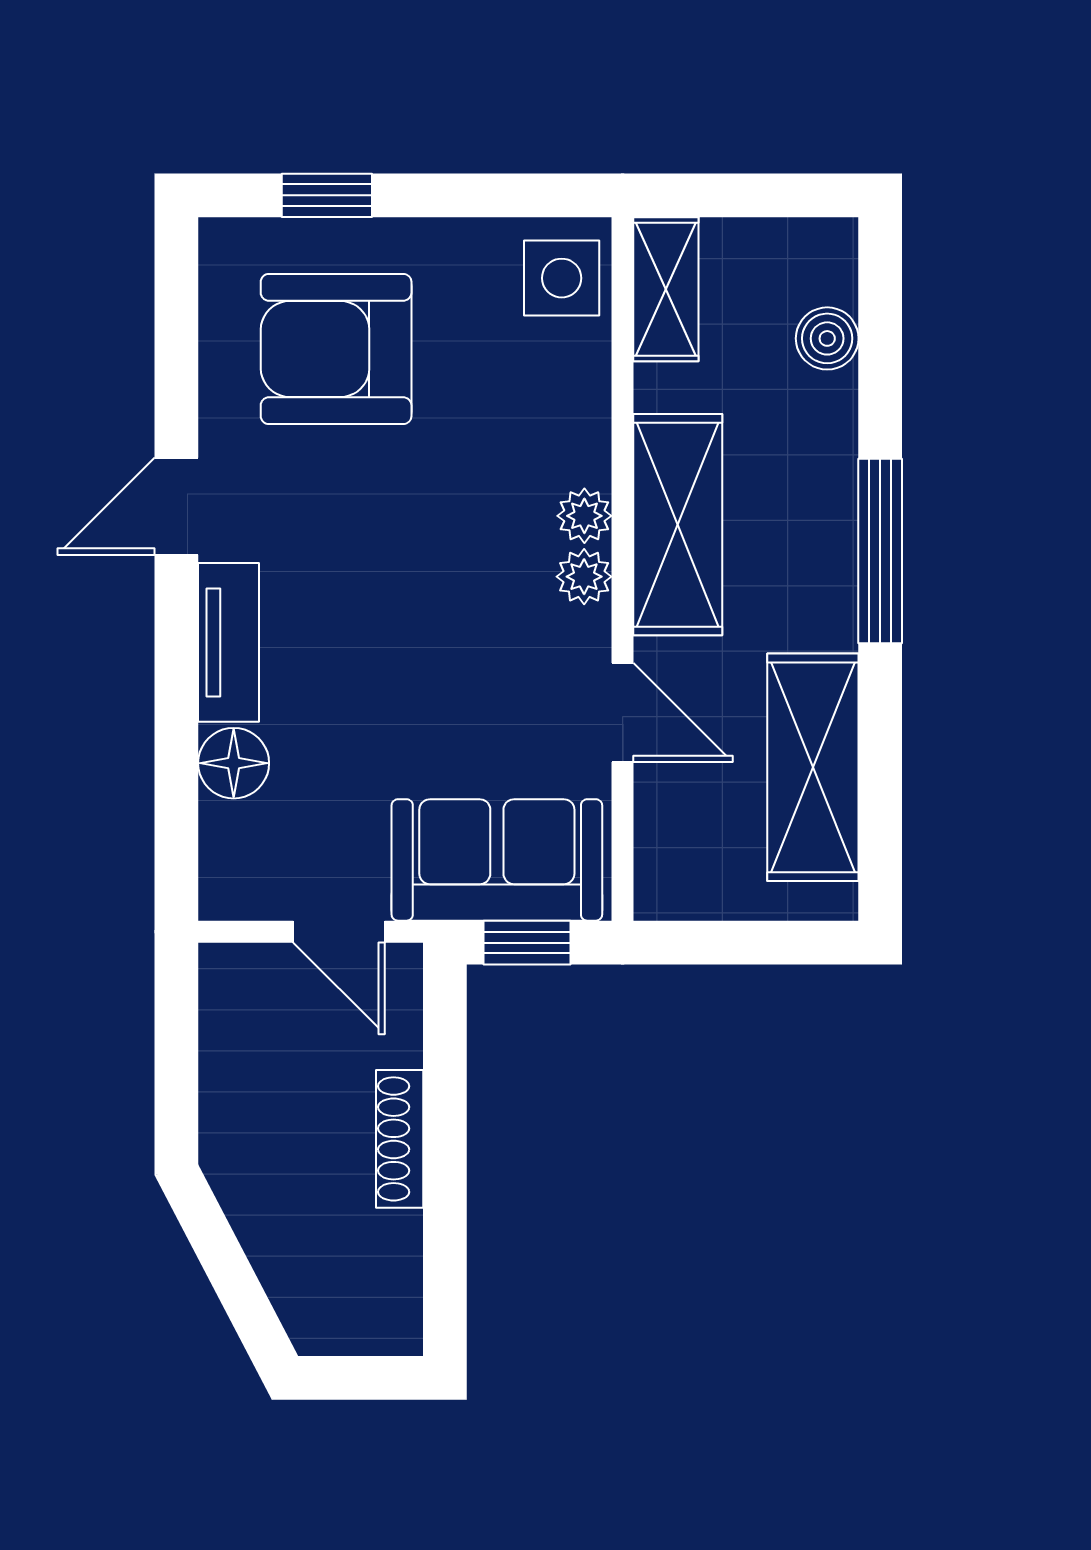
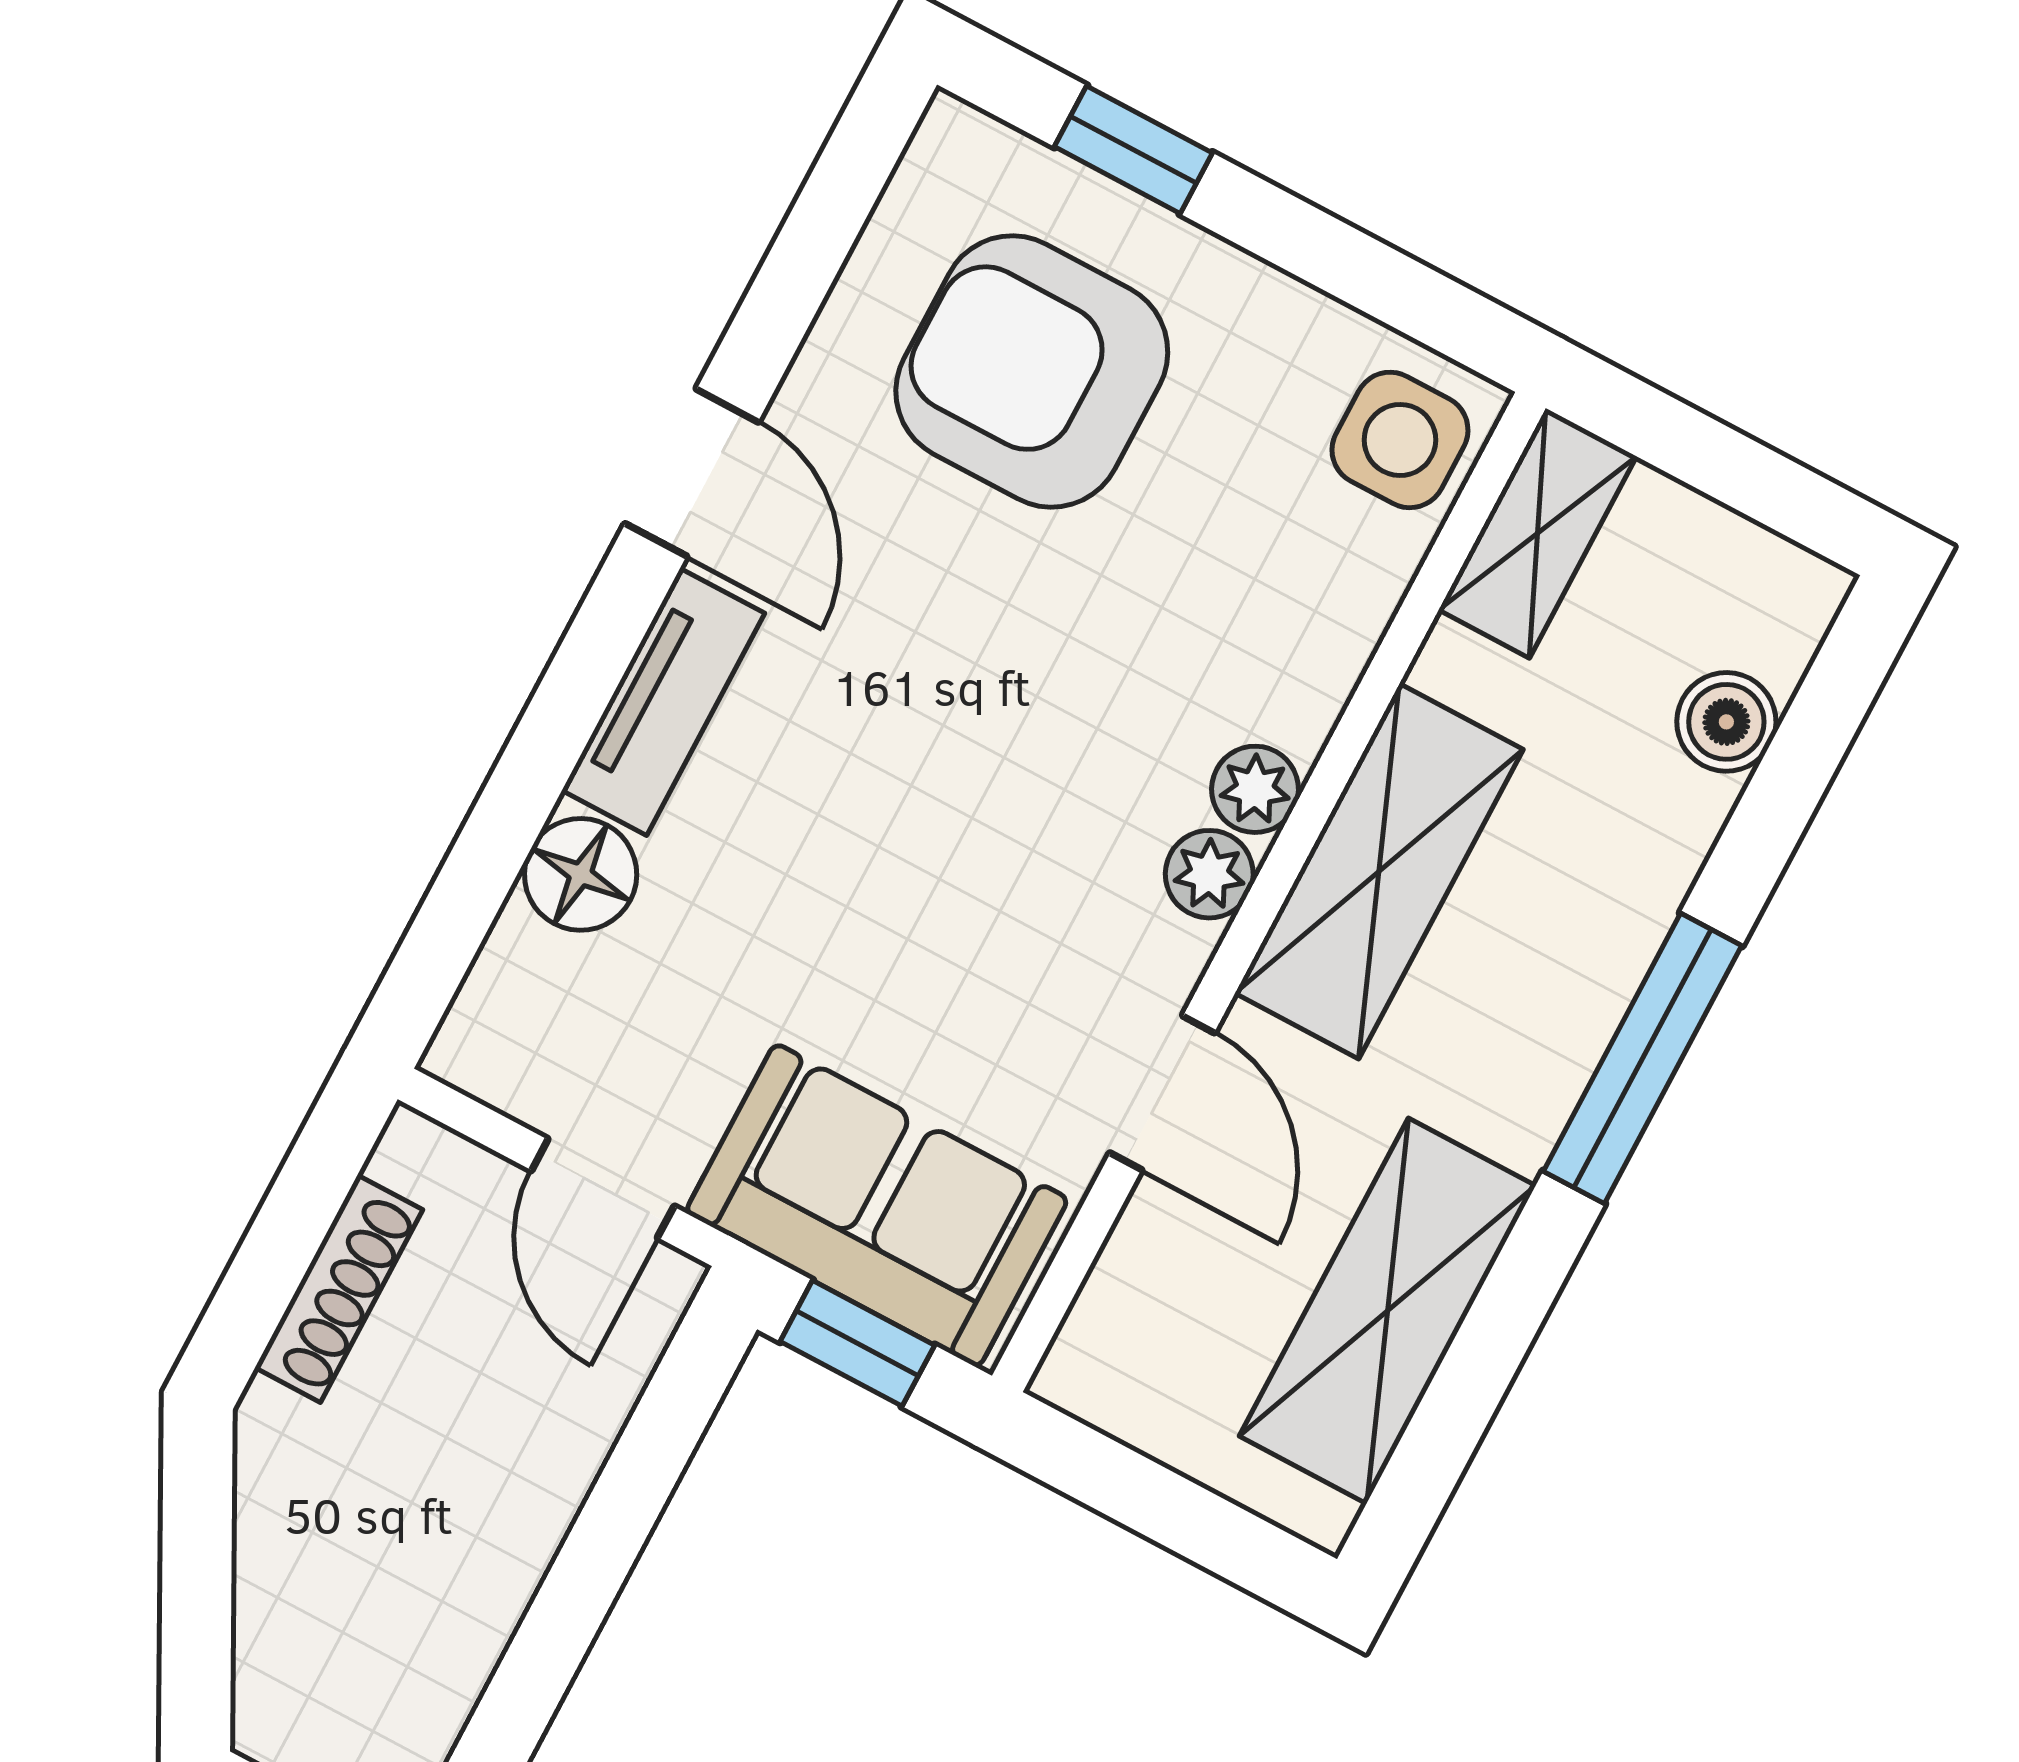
door: (176, 506) -> (692, 473), swing flipped
shoe rack: (400, 1139) -> (339, 1289), moved, turned 180

